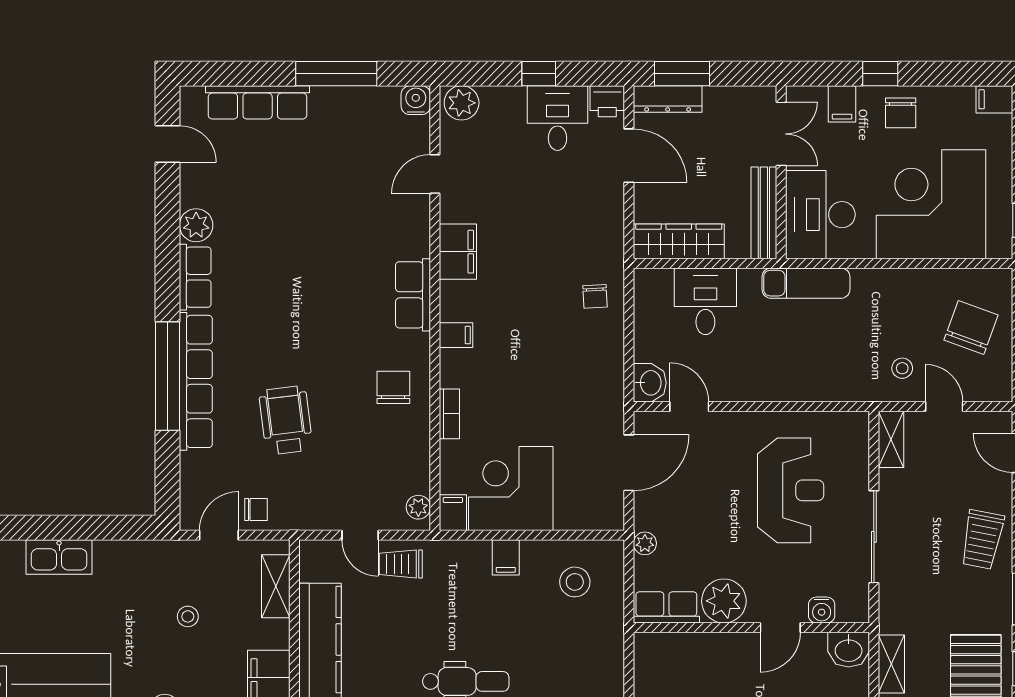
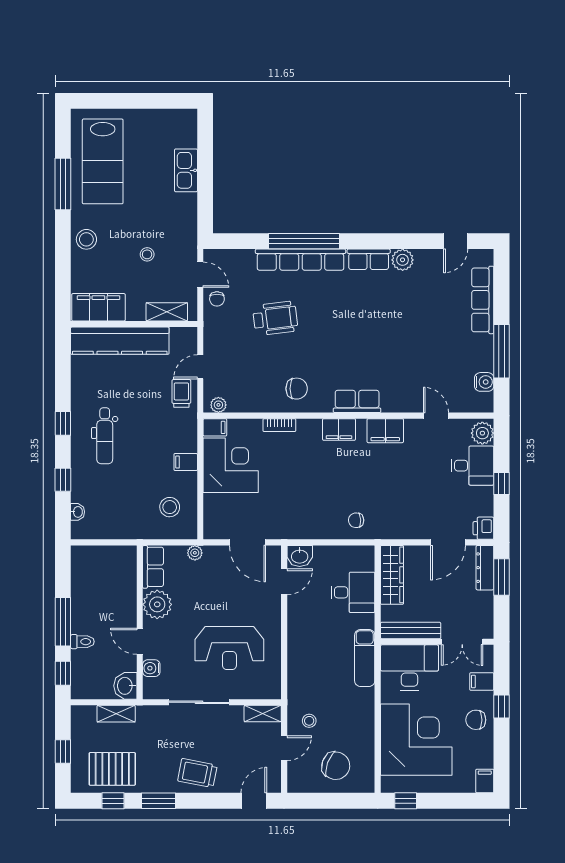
water cooler: (416, 100) -> (484, 382), moved
desk: (558, 118) -> (472, 466), moved
filing cabinet: (456, 335) -> (339, 430), width x2.00

